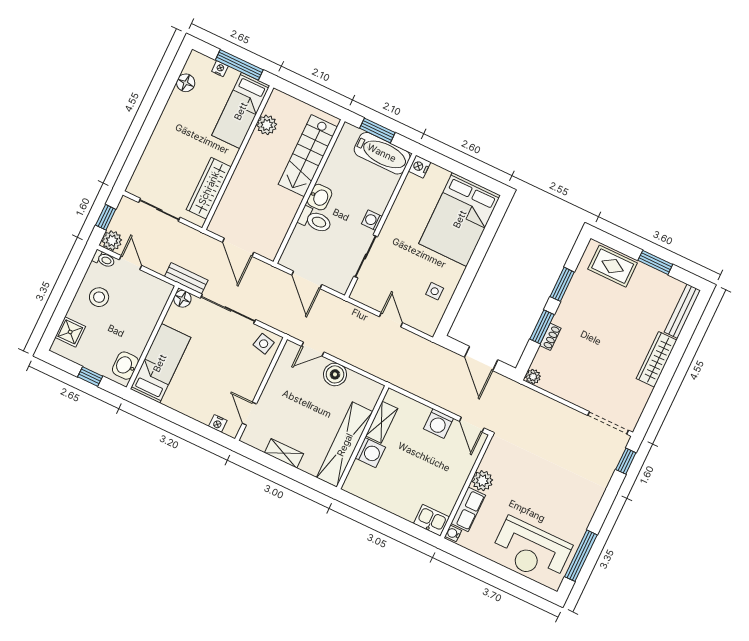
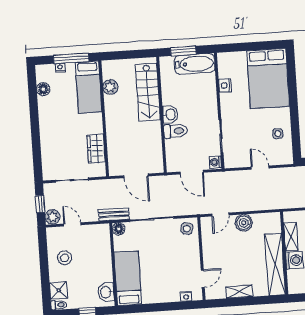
nightstand: (419, 167) -> (225, 85), moved
wardrobe: (209, 188) -> (96, 148), width x0.67
washing machine: (372, 220) -> (216, 162), moved
toilet: (104, 259) -> (59, 305), moved
door: (249, 414) -> (203, 279), swing flipped

